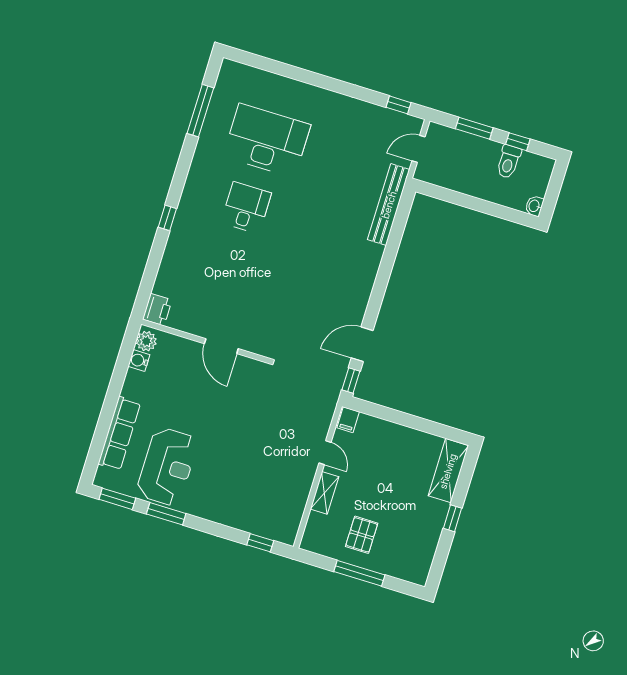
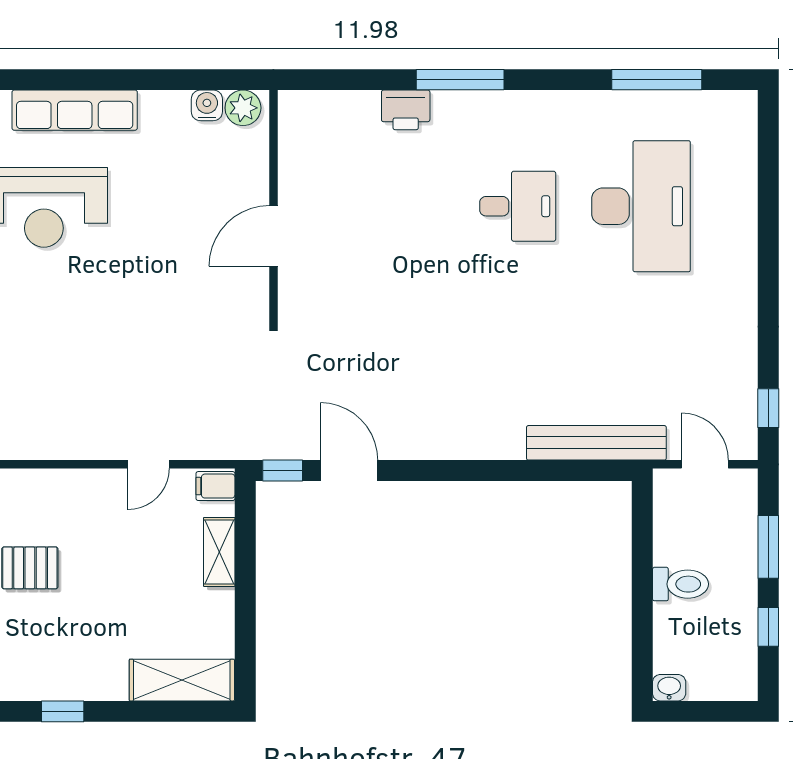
toilet: (509, 162) -> (680, 584), moved, turned 180
window: (167, 218) -> (460, 80), width x2.17
printer: (157, 310) -> (406, 110), moved
shelving: (324, 493) -> (219, 552), moved, turned 90
window: (452, 518) -> (63, 711), moved

